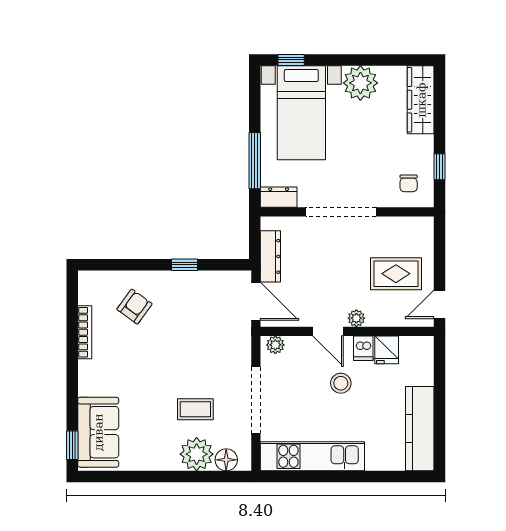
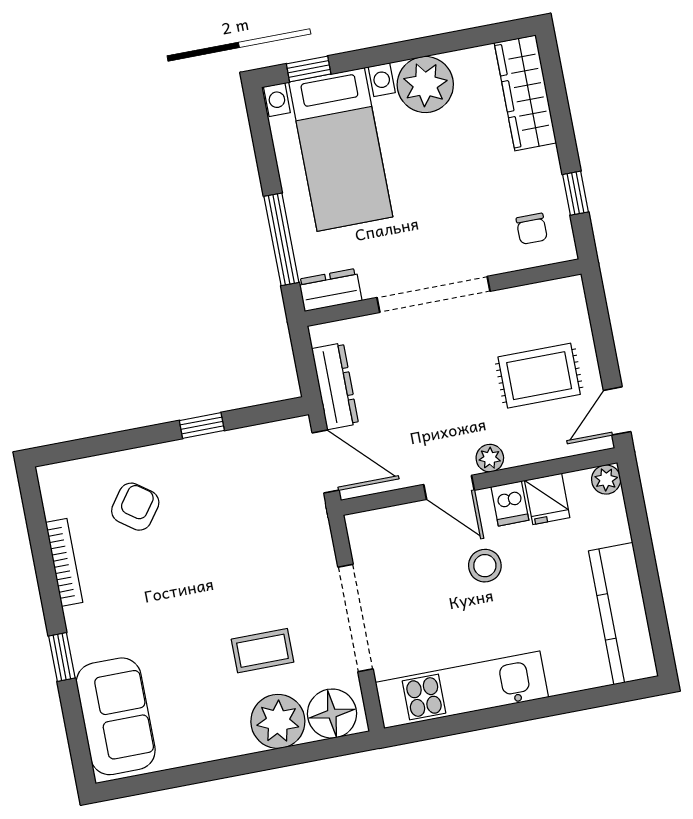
plant: (275, 345) -> (606, 480), moved
window: (72, 445) -> (62, 657), moved
floor lamp: (226, 460) -> (332, 714), width x1.38, depth x1.38

